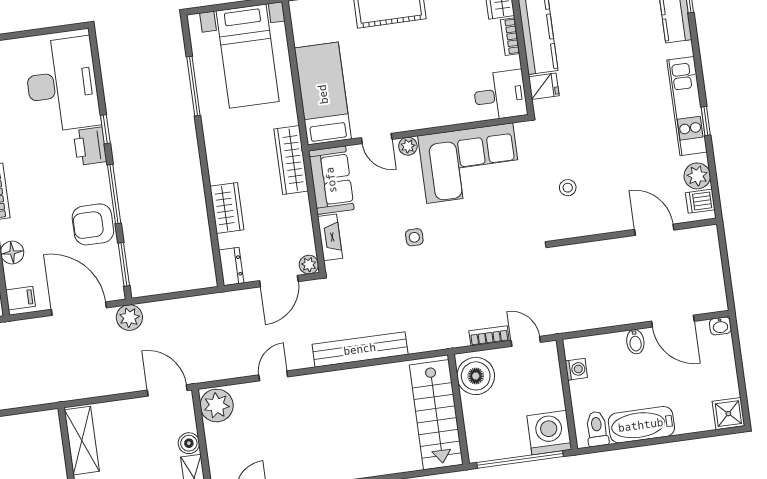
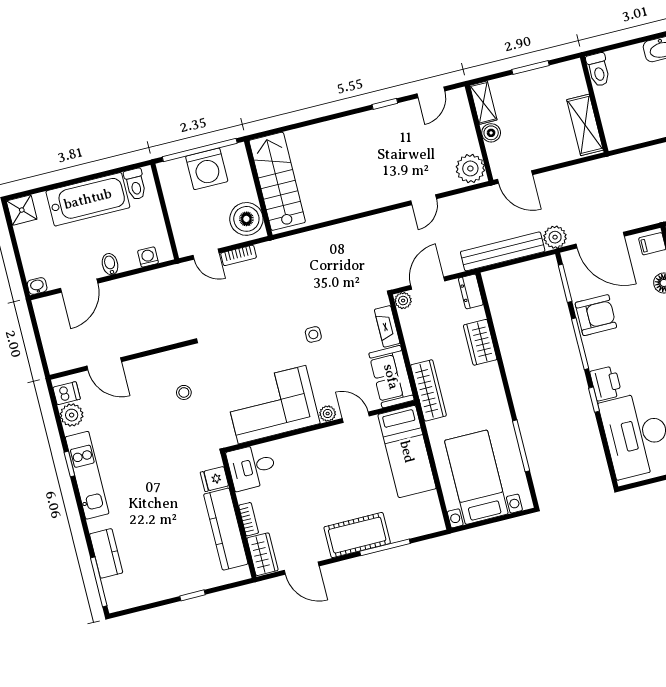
door: (673, 321) -> (79, 286), swing flipped
bench: (360, 349) -> (503, 251), moved
washing machine: (576, 369) -> (148, 257), moved, turned 90
bathtub: (641, 425) -> (88, 199), width x1.36, depth x1.36
washing machine: (549, 433) -> (207, 169), moved

